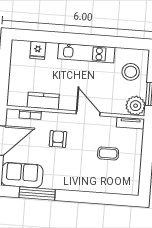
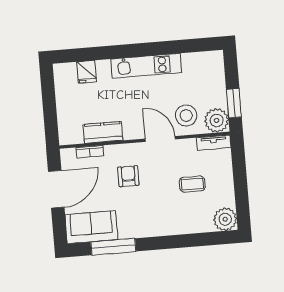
stool: (131, 72) -> (186, 116), moved
plant: (130, 186) -> (225, 219), added

